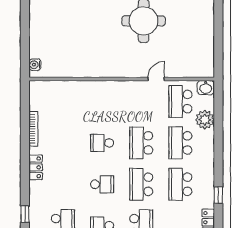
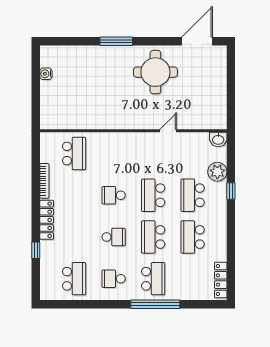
water cooler: (35, 65) -> (46, 74), moved
school desk: (180, 102) -> (74, 154), moved, turned 180
locker: (36, 167) -> (47, 220), width x1.53
window: (218, 195) -> (231, 191), moved
window: (25, 214) -> (36, 250), moved

